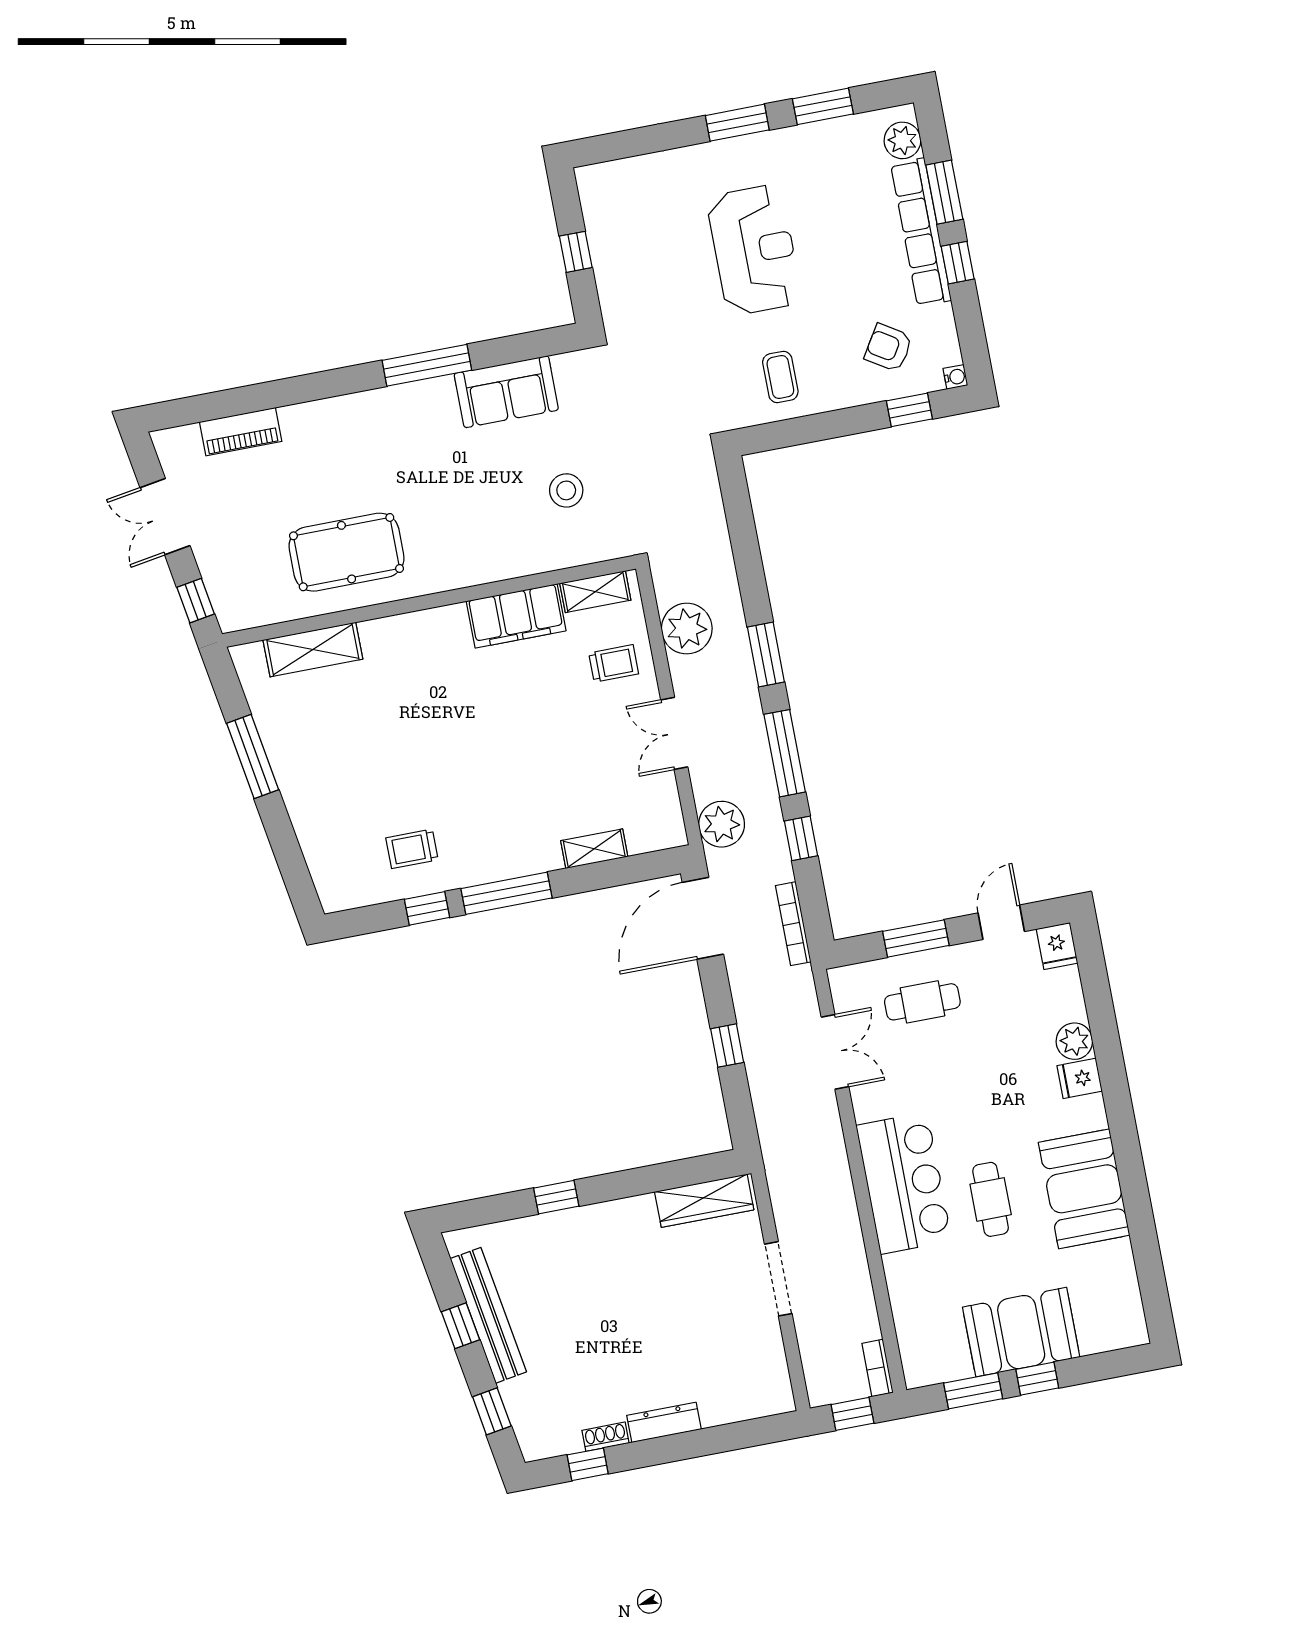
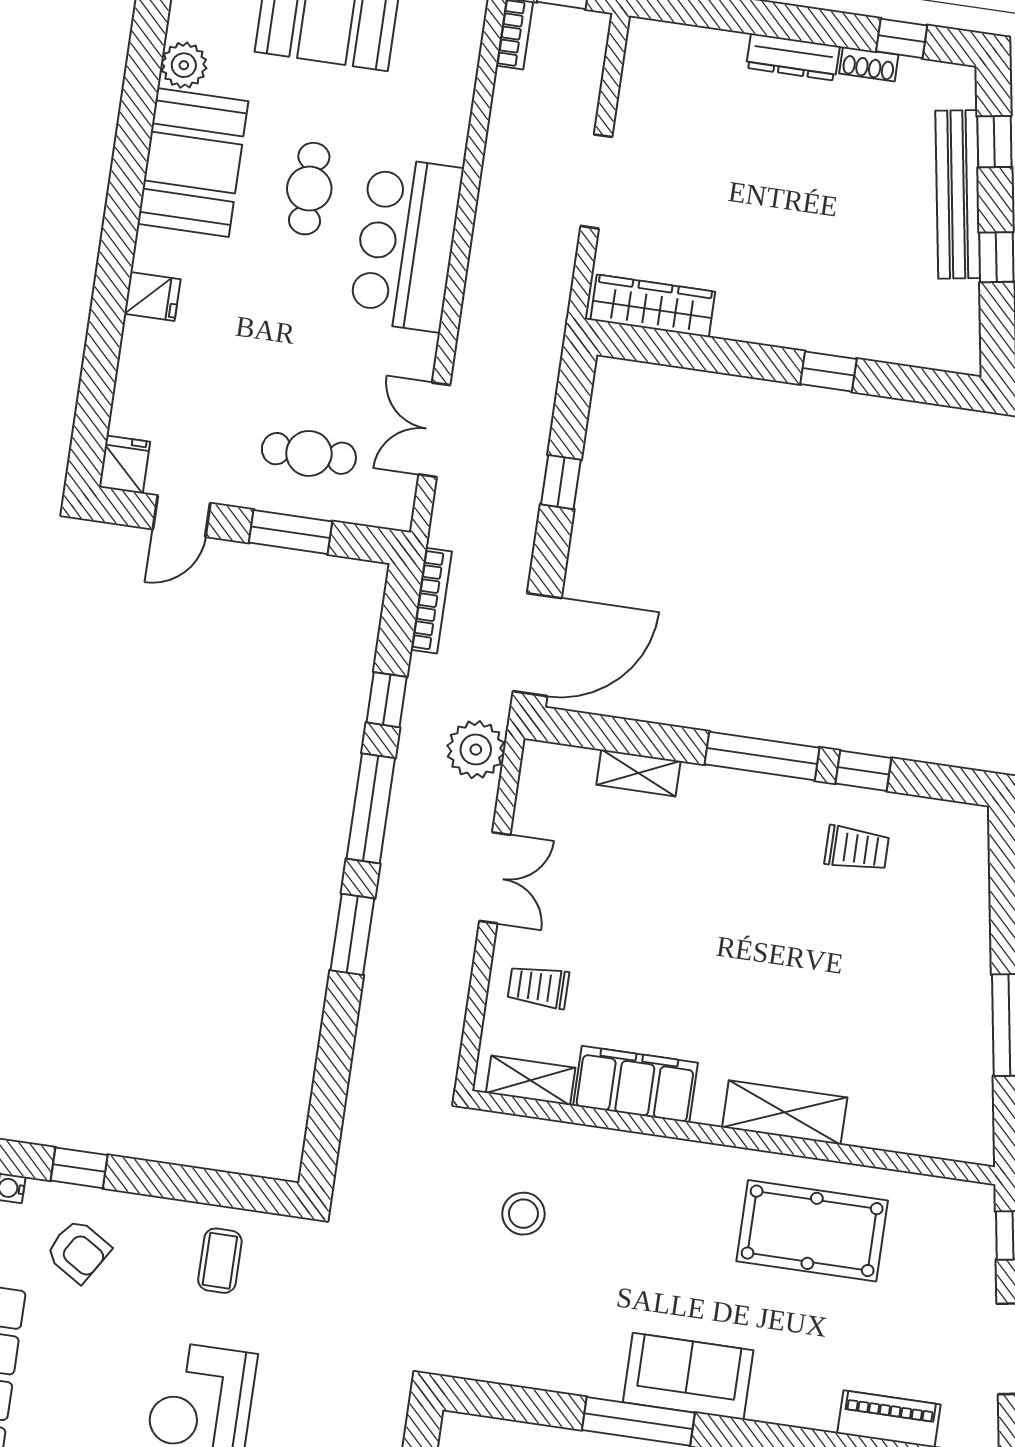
sofa: (506, 392) -> (688, 1376), moved
plant: (687, 629) -> (436, 998), removed
shelving: (313, 649) -> (785, 1112), moved
plant: (1074, 1041) -> (184, 65), moved
bench: (488, 1315) -> (958, 194), moved

